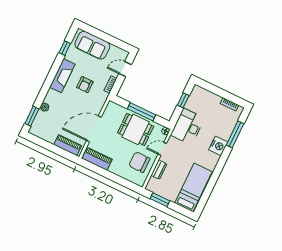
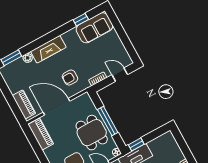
sofa: (92, 45) -> (94, 28), moved, turned -90
fireplace: (62, 76) -> (48, 49), moved
armchair: (85, 85) -> (70, 78), moved
window: (183, 100) -> (136, 144), moved

